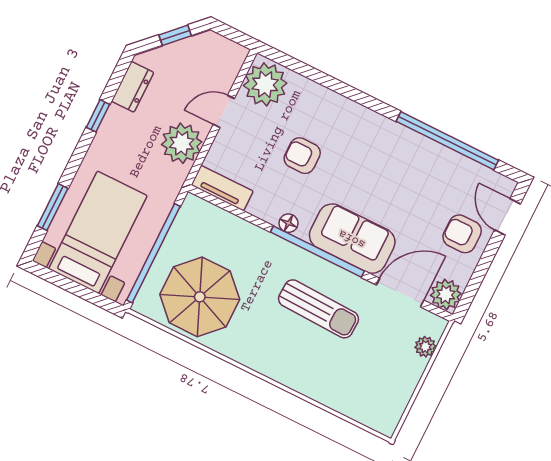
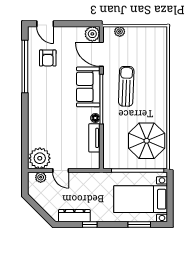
window: (175, 35) -> (38, 208), removed
dresser: (133, 87) -> (74, 216), width x1.44
plant: (182, 143) -> (41, 177), moved, width x0.53, depth x0.53
armchair: (302, 156) -> (63, 127), removed
tv unit: (222, 188) -> (94, 138), moved
door: (507, 217) -> (45, 24), hinge flipped
armchair: (462, 234) -> (48, 58), moved

